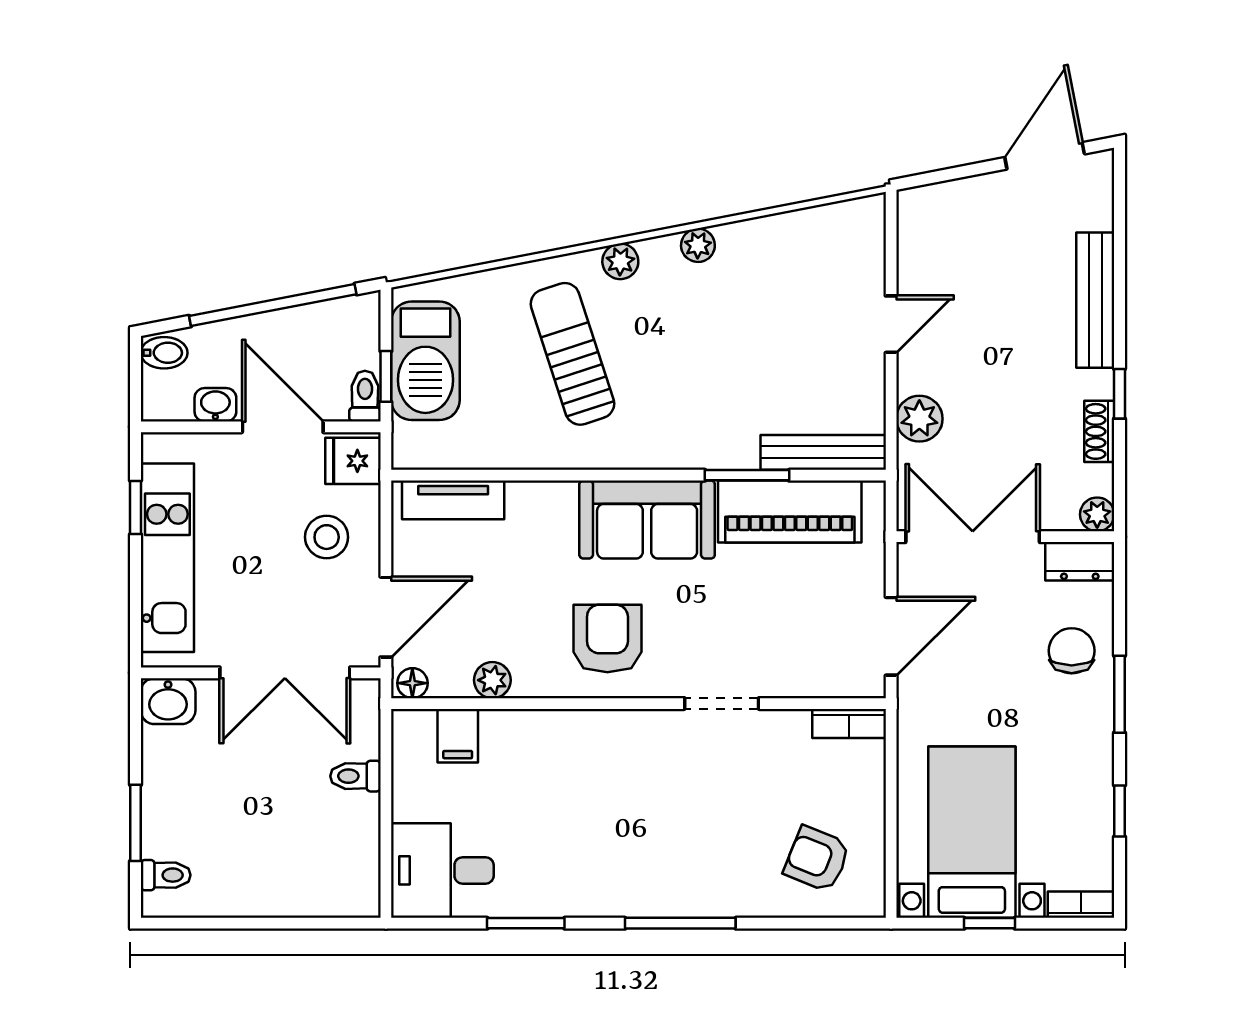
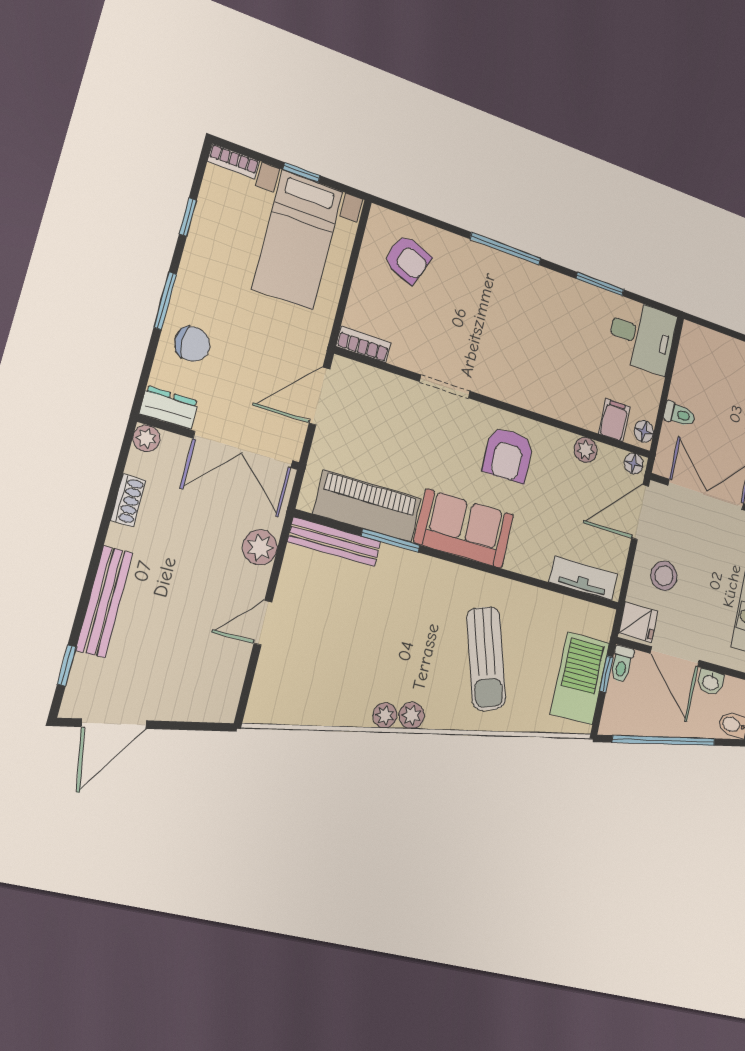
plant: (620, 261) -> (412, 716), moved
window: (1119, 394) -> (67, 666), moved
chair: (1072, 651) -> (192, 344), turned -90
floor lamp: (407, 734) -> (644, 431), added

